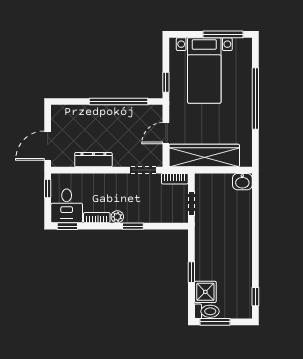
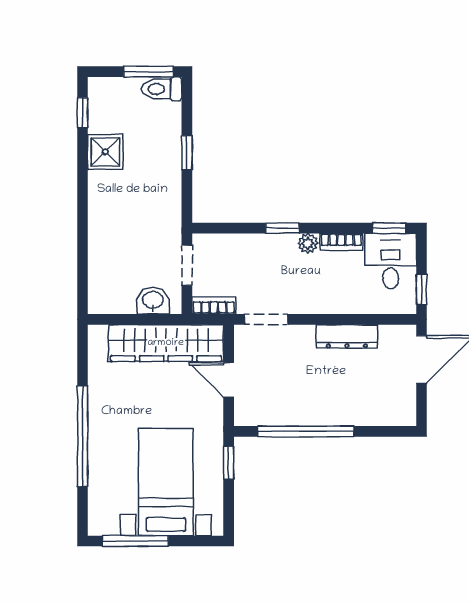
door: (166, 133) -> (229, 380), swing flipped
washbasin: (242, 182) -> (153, 301), moved
shower: (205, 292) -> (105, 152), moved

